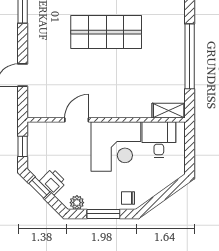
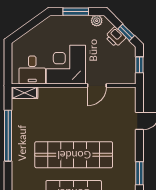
shop shelf: (106, 32) -> (74, 155), width x1.40
chair: (128, 198) -> (56, 24), removed

